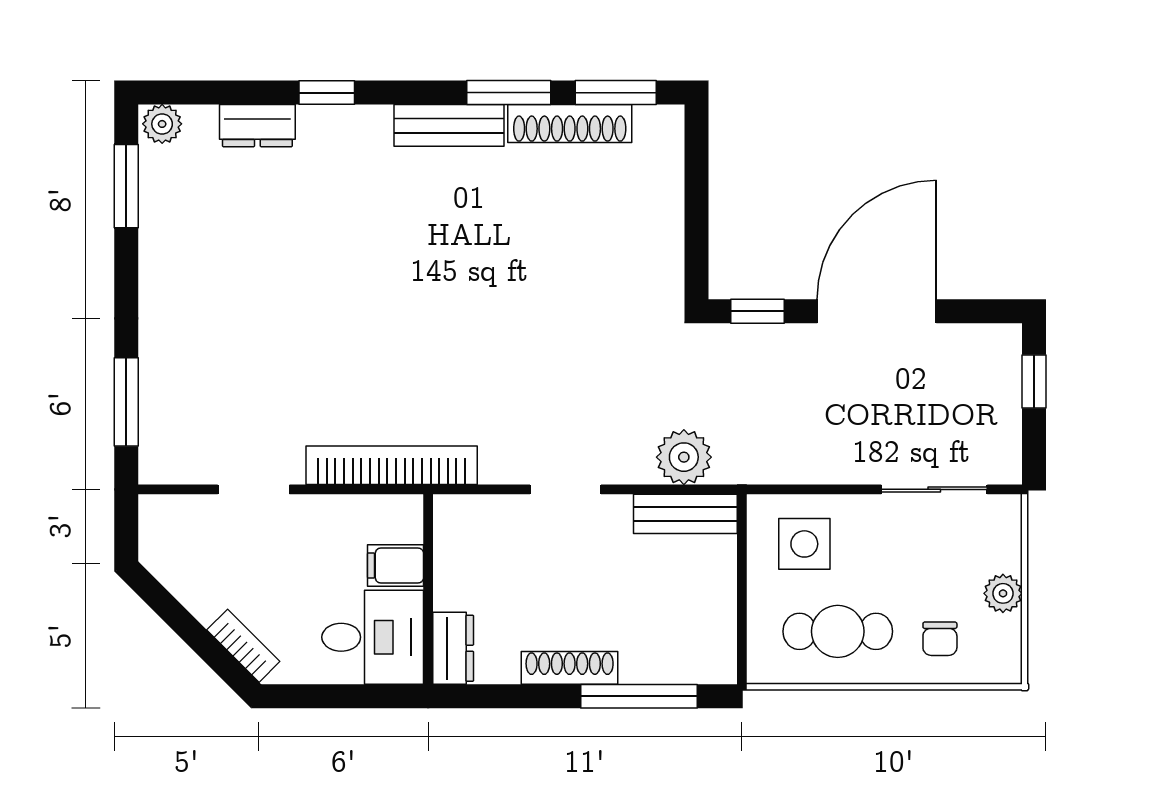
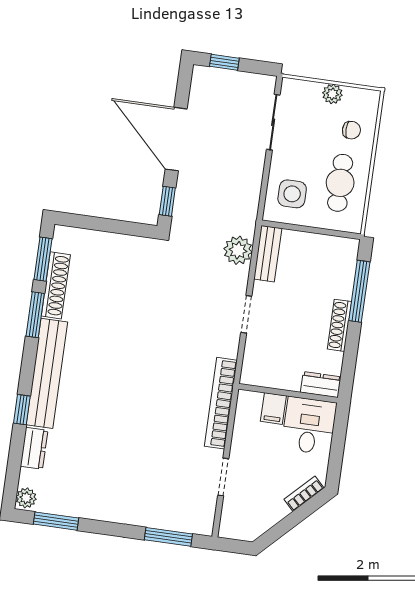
bench: (449, 125) -> (47, 373), width x1.86, depth x1.21

